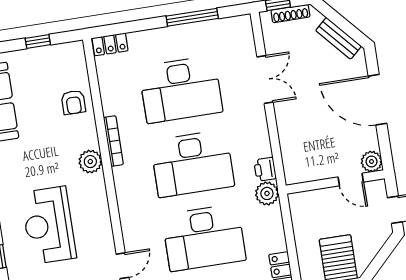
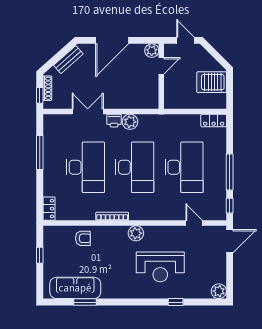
plant: (90, 162) -> (136, 233), moved
printer: (265, 169) -> (114, 121), moved
plant: (267, 193) -> (130, 122), moved

